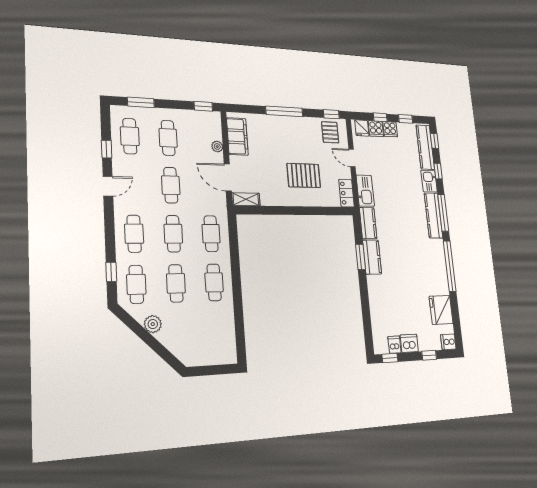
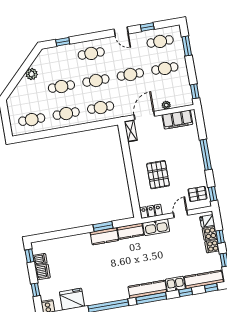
cafe table: (136, 284) -> (32, 120), moved

